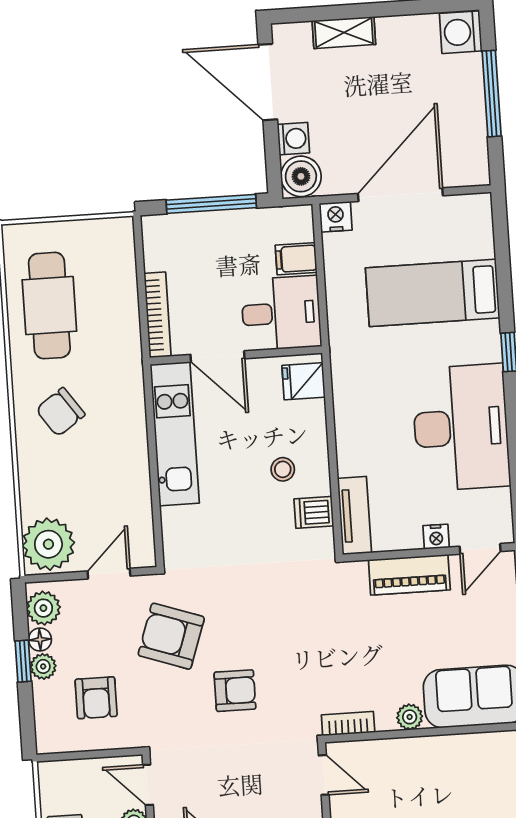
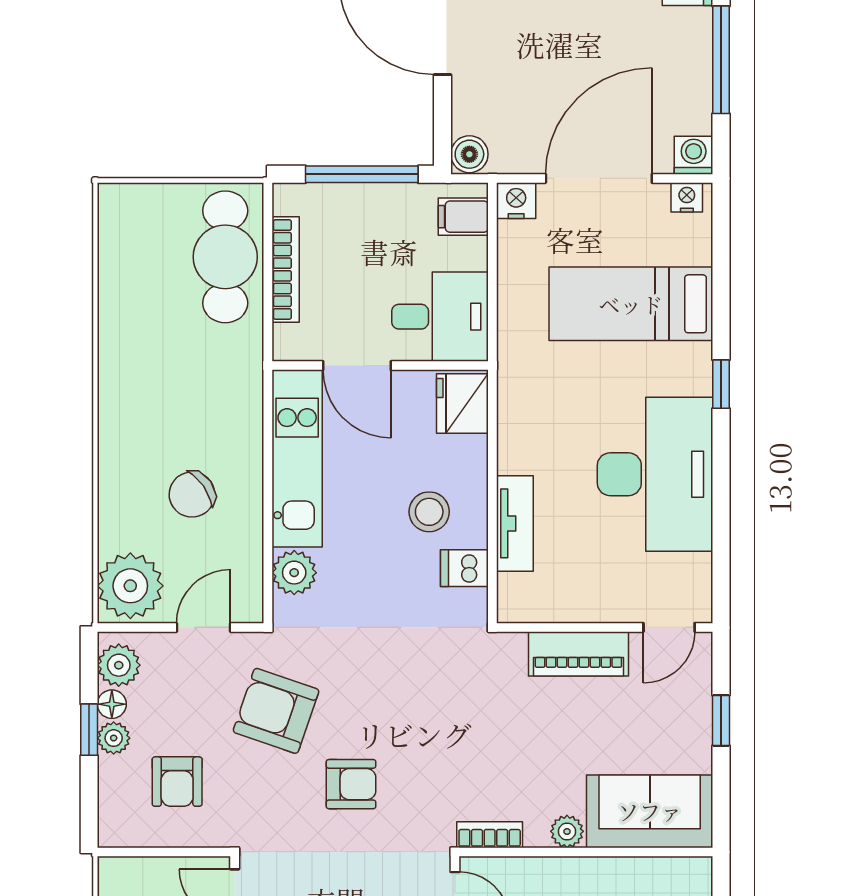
washing machine: (293, 139) -> (694, 155), moved, turned -90
boiler: (301, 176) -> (469, 154), width x0.73, depth x0.73
filing cabinet: (296, 259) -> (463, 217), moved
cafe table: (49, 306) -> (225, 257), moved
bookcase: (158, 315) -> (286, 269), moved
fridge: (304, 381) -> (462, 404), width x1.38
chair: (60, 412) -> (192, 494), moved
stool: (283, 469) -> (429, 512), width x1.37, depth x1.37
tv unit: (354, 516) -> (515, 523), moved
plant: (178, 525) -> (294, 573), added
nightstand: (436, 537) -> (687, 197), moved, turned 180

